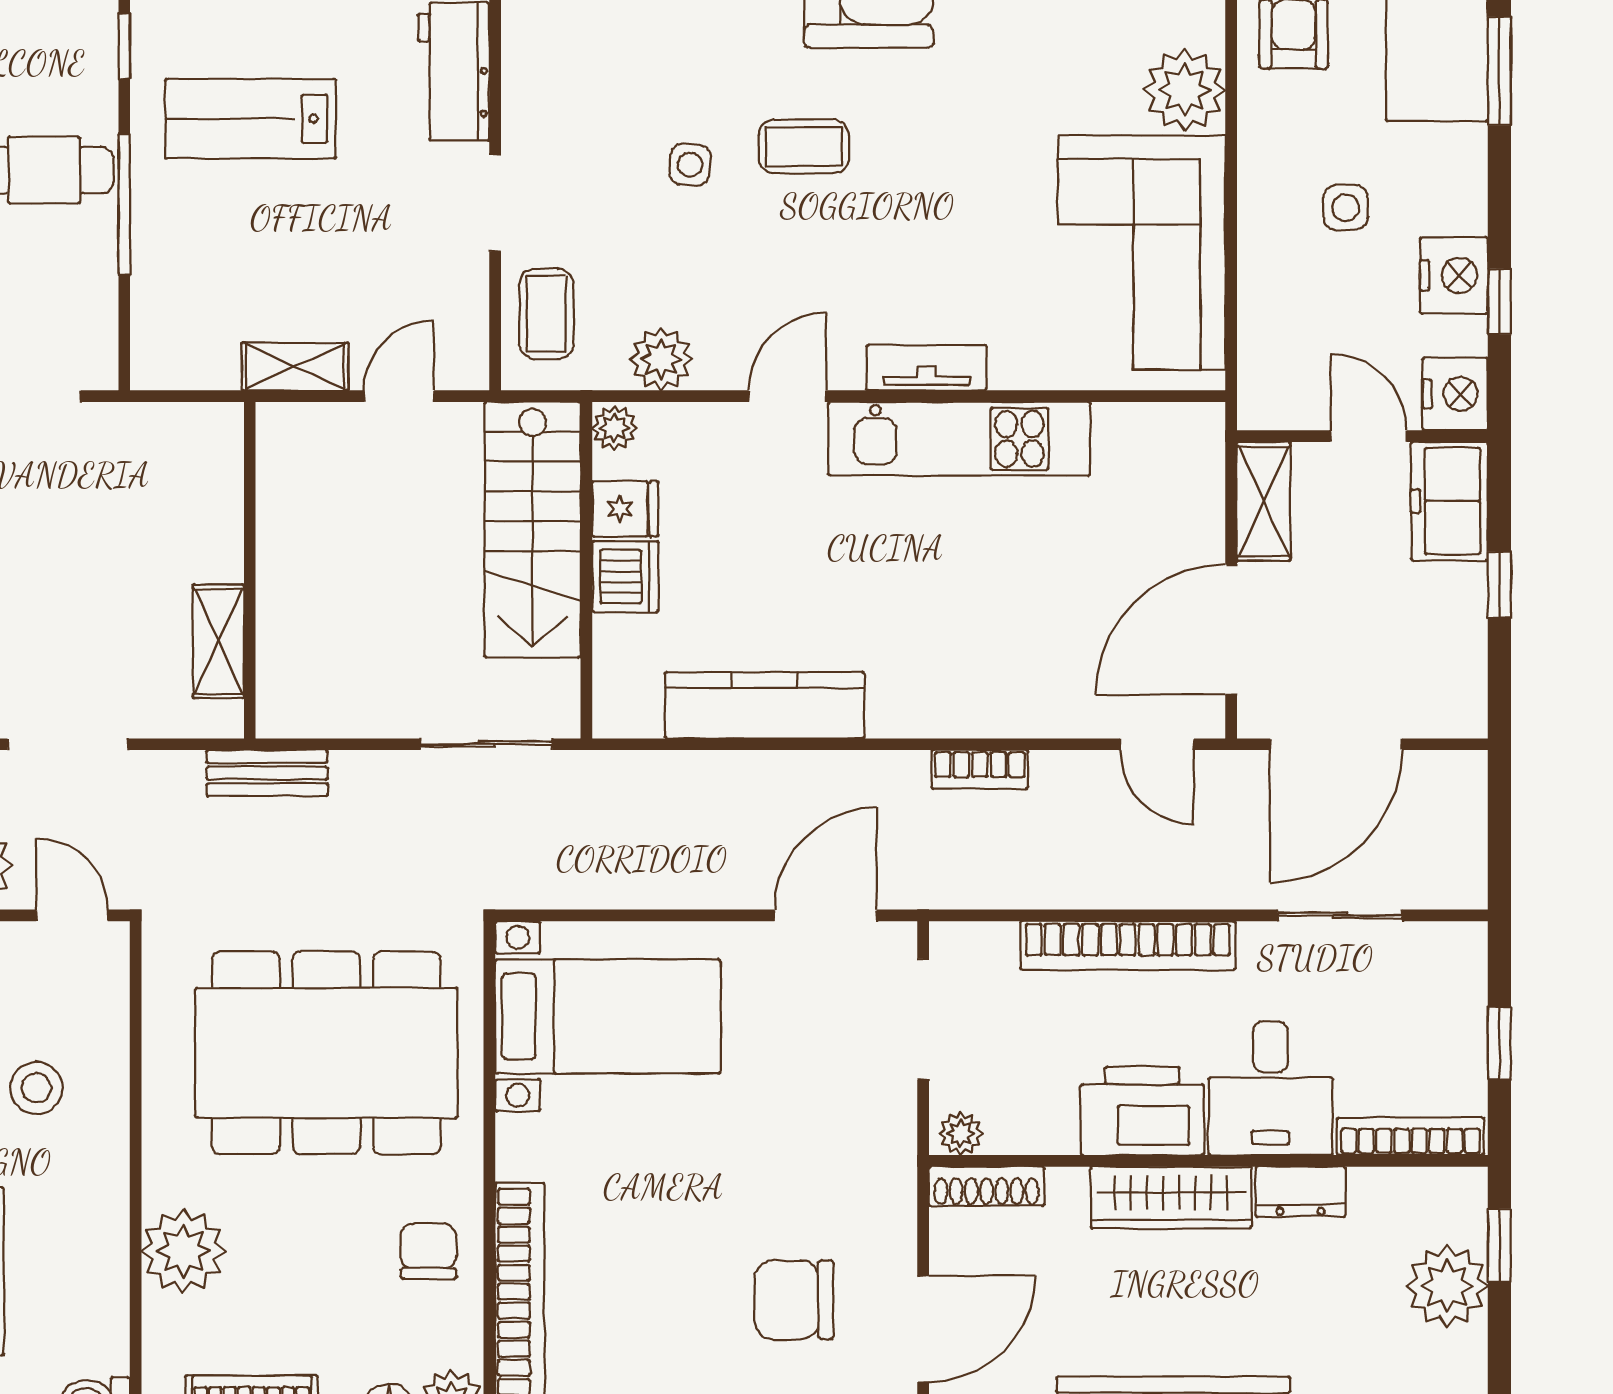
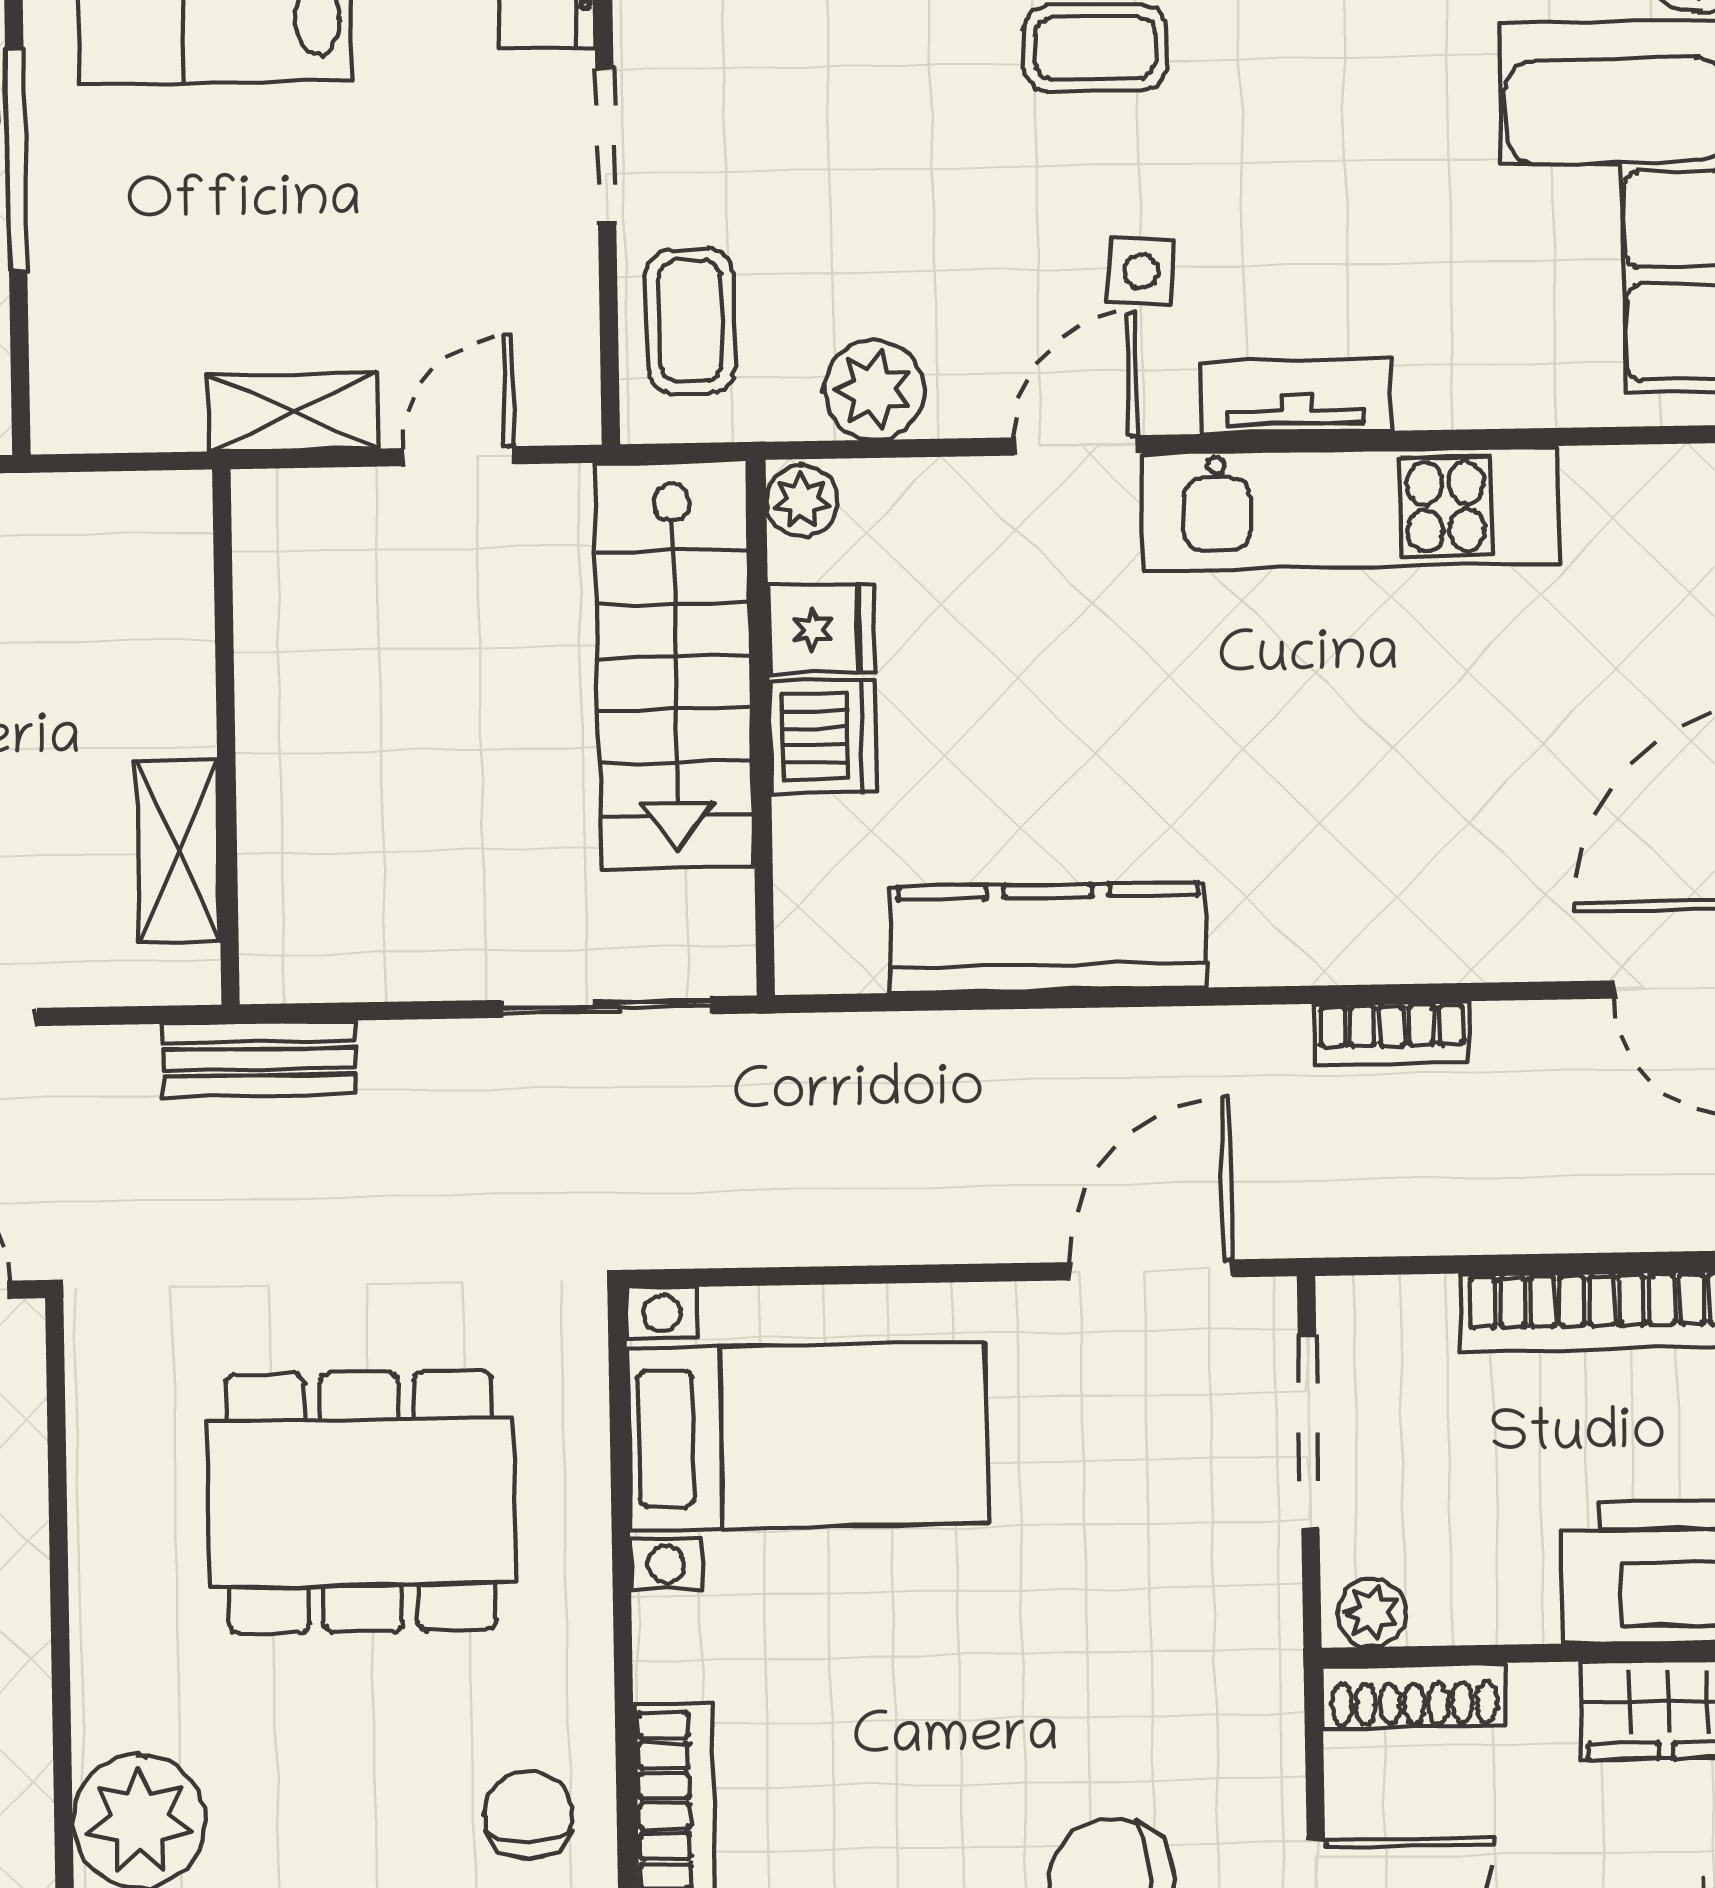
side table: (690, 165) -> (1141, 271), moved
dining table: (326, 1053) -> (361, 1502), width x0.73, depth x0.80

